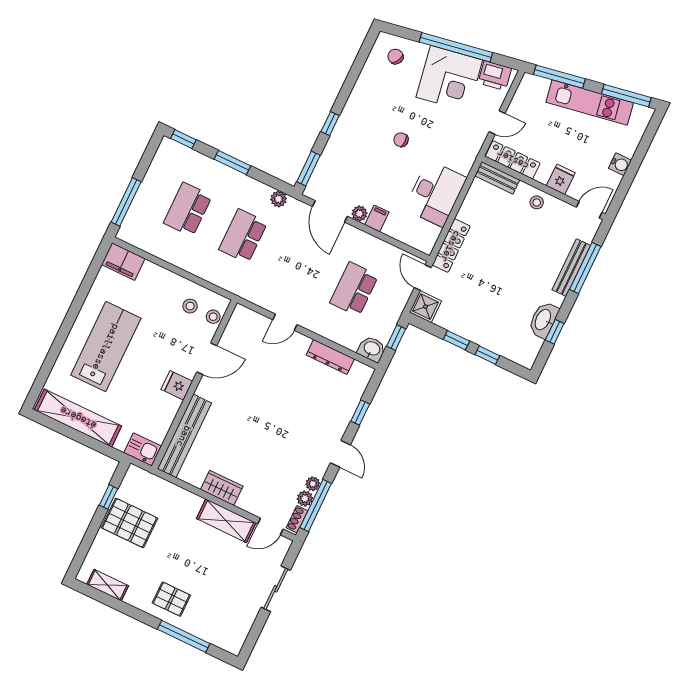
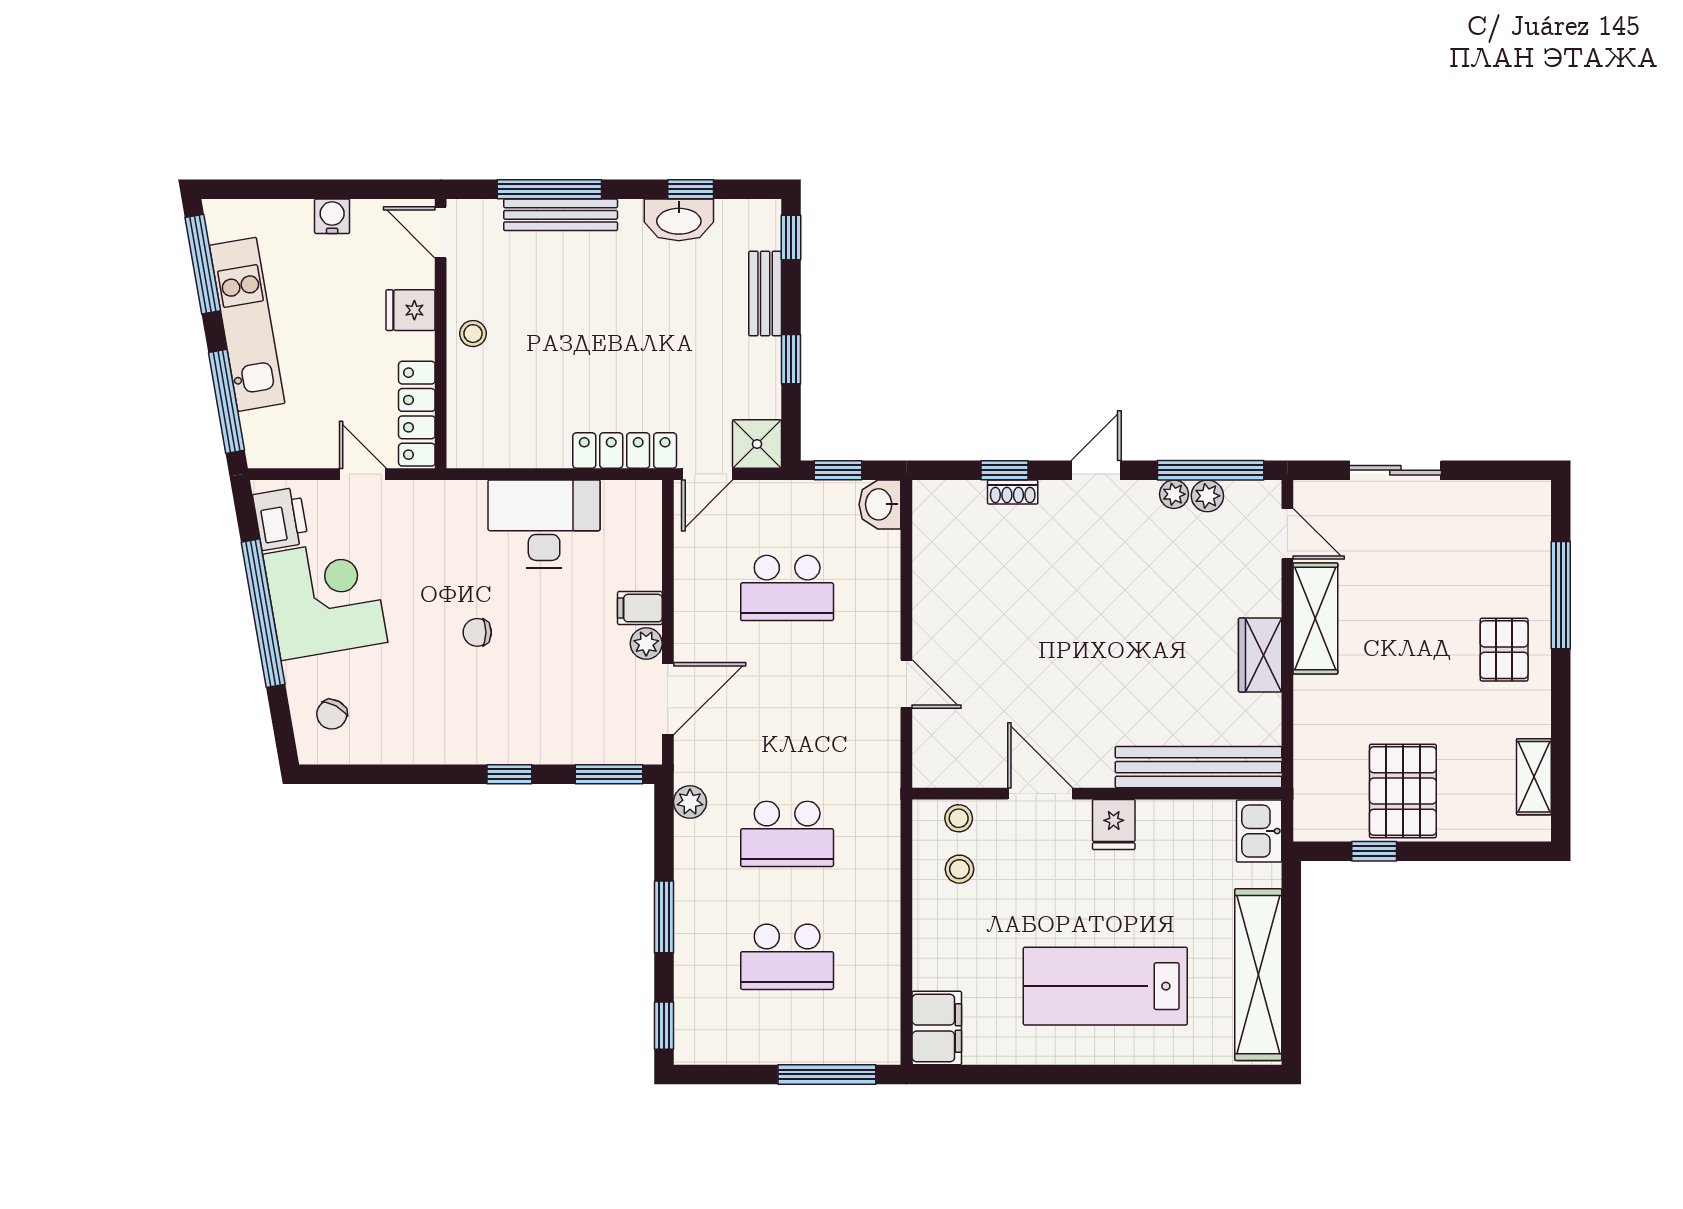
chair: (401, 140) -> (477, 632), turned 90
bench: (497, 178) -> (765, 294), moved
window: (487, 355) -> (791, 238), moved
dresser: (330, 357) -> (930, 572), removed
shoe rack: (297, 519) -> (1013, 492), moved

